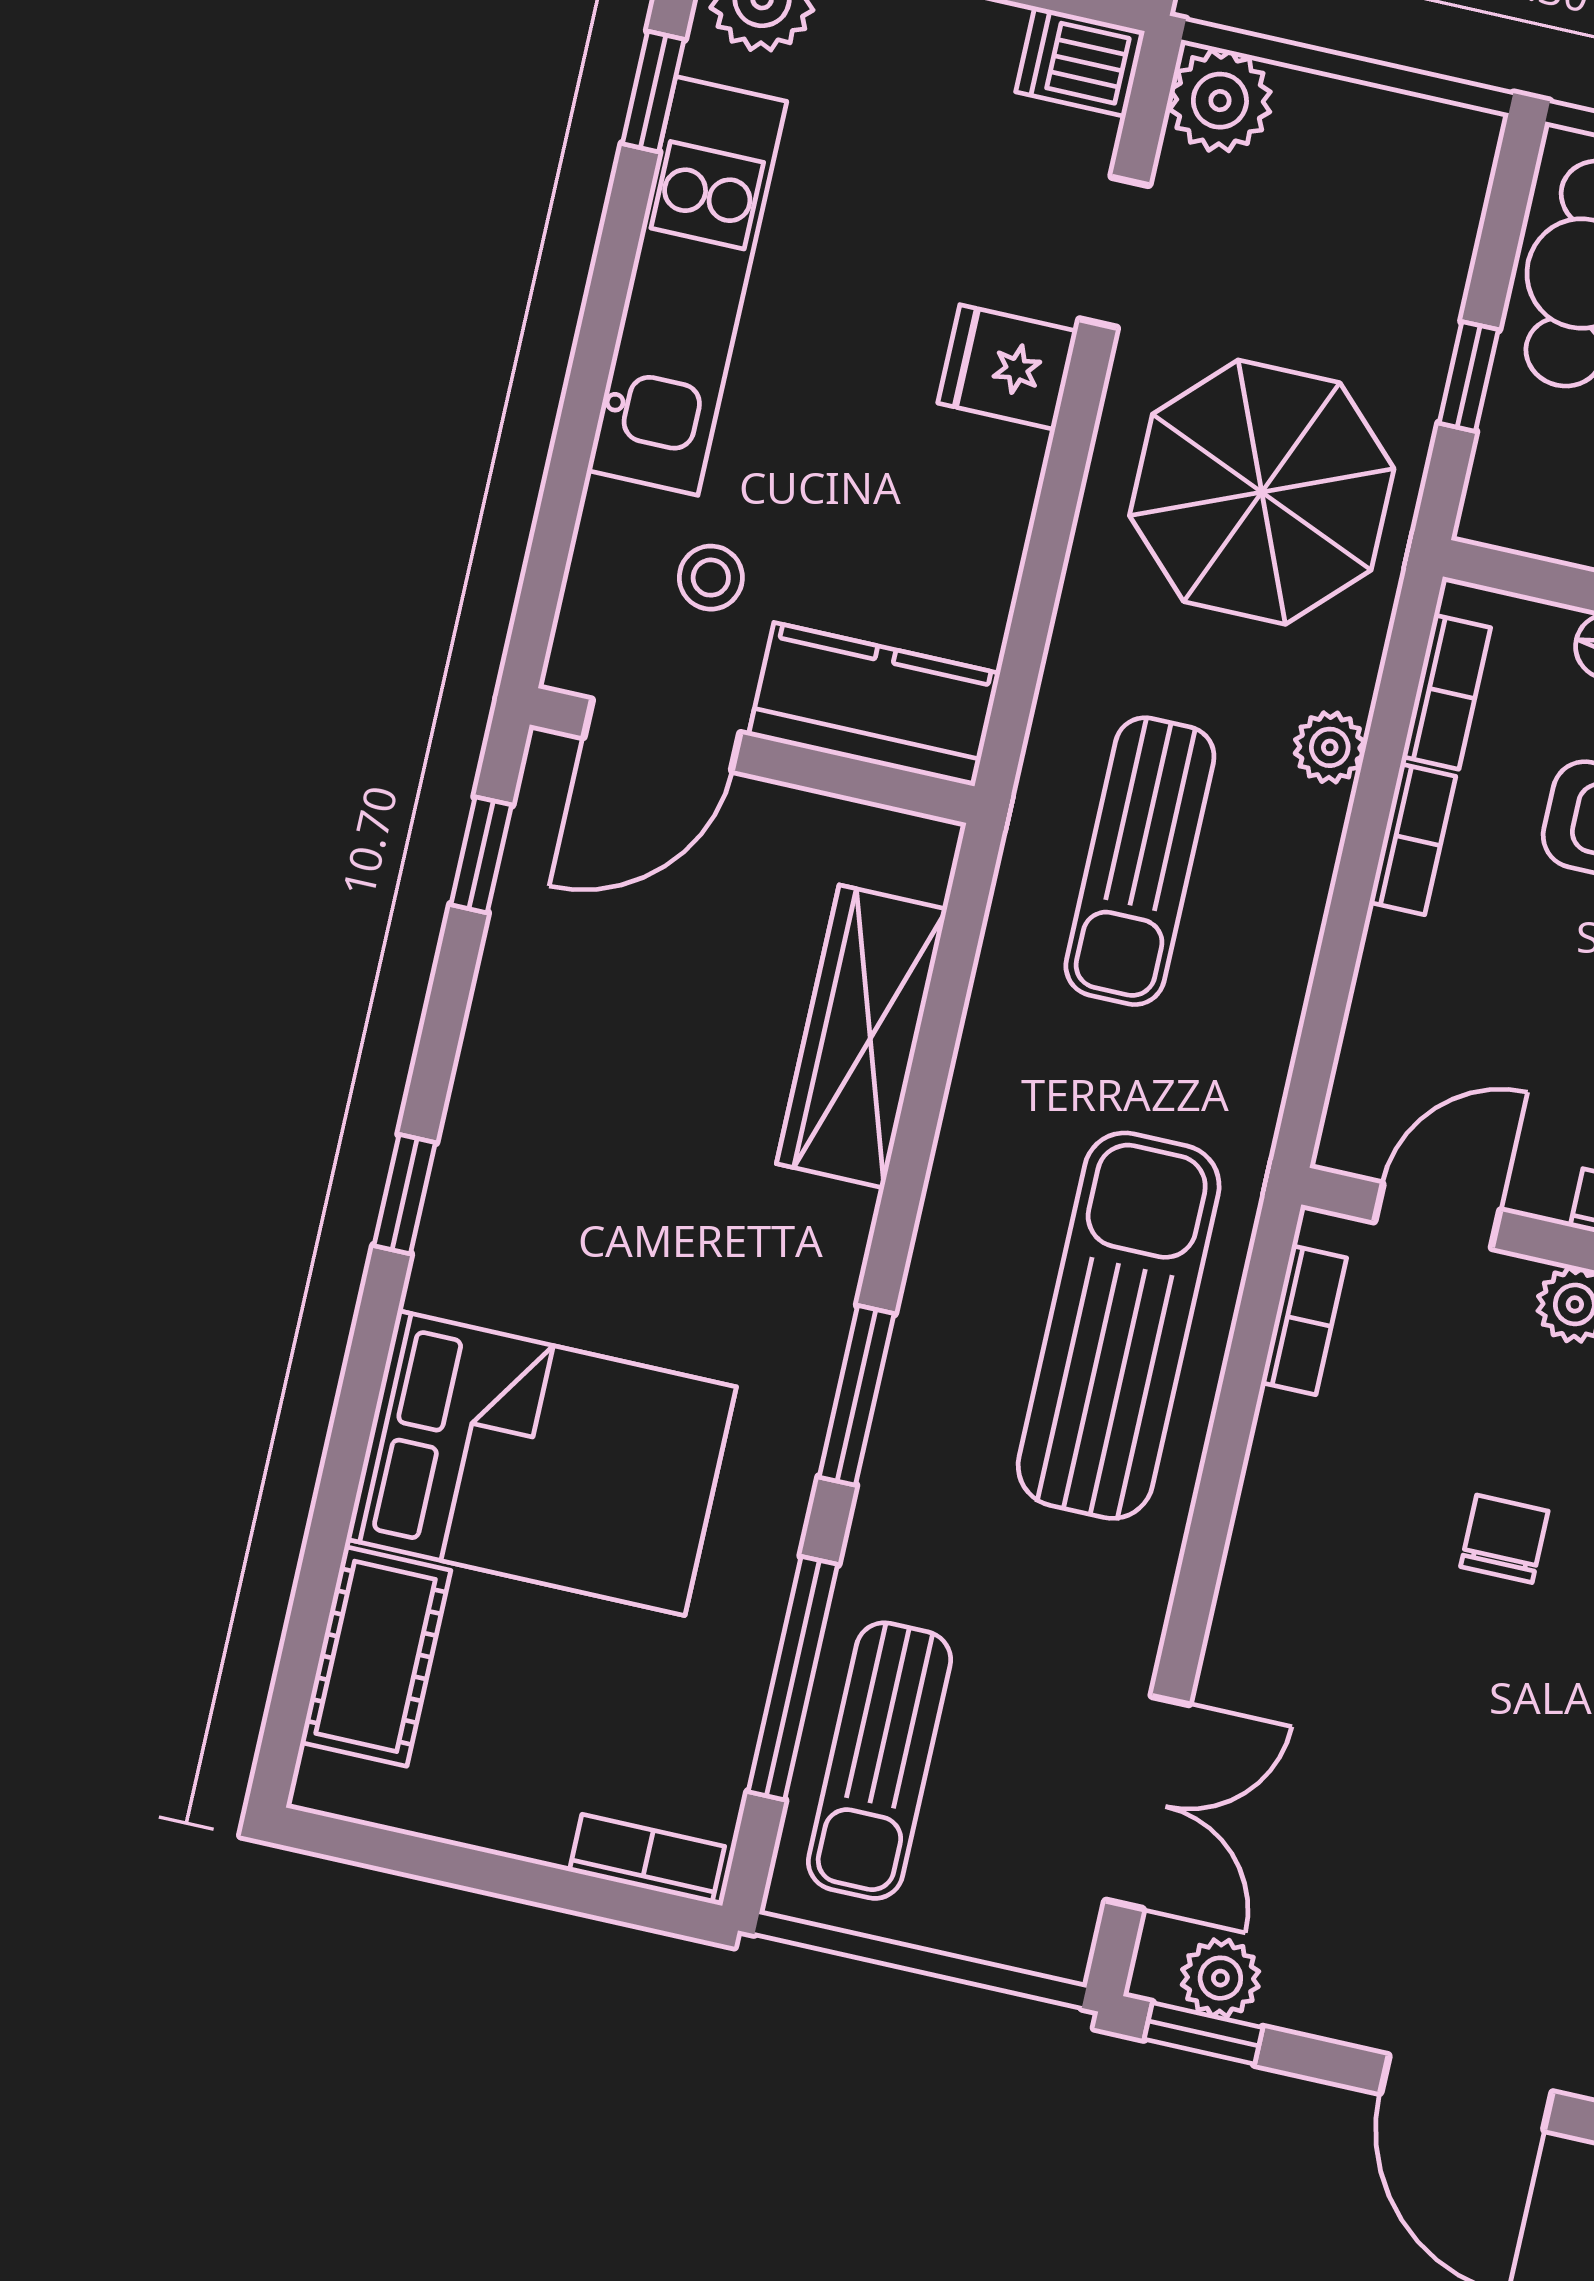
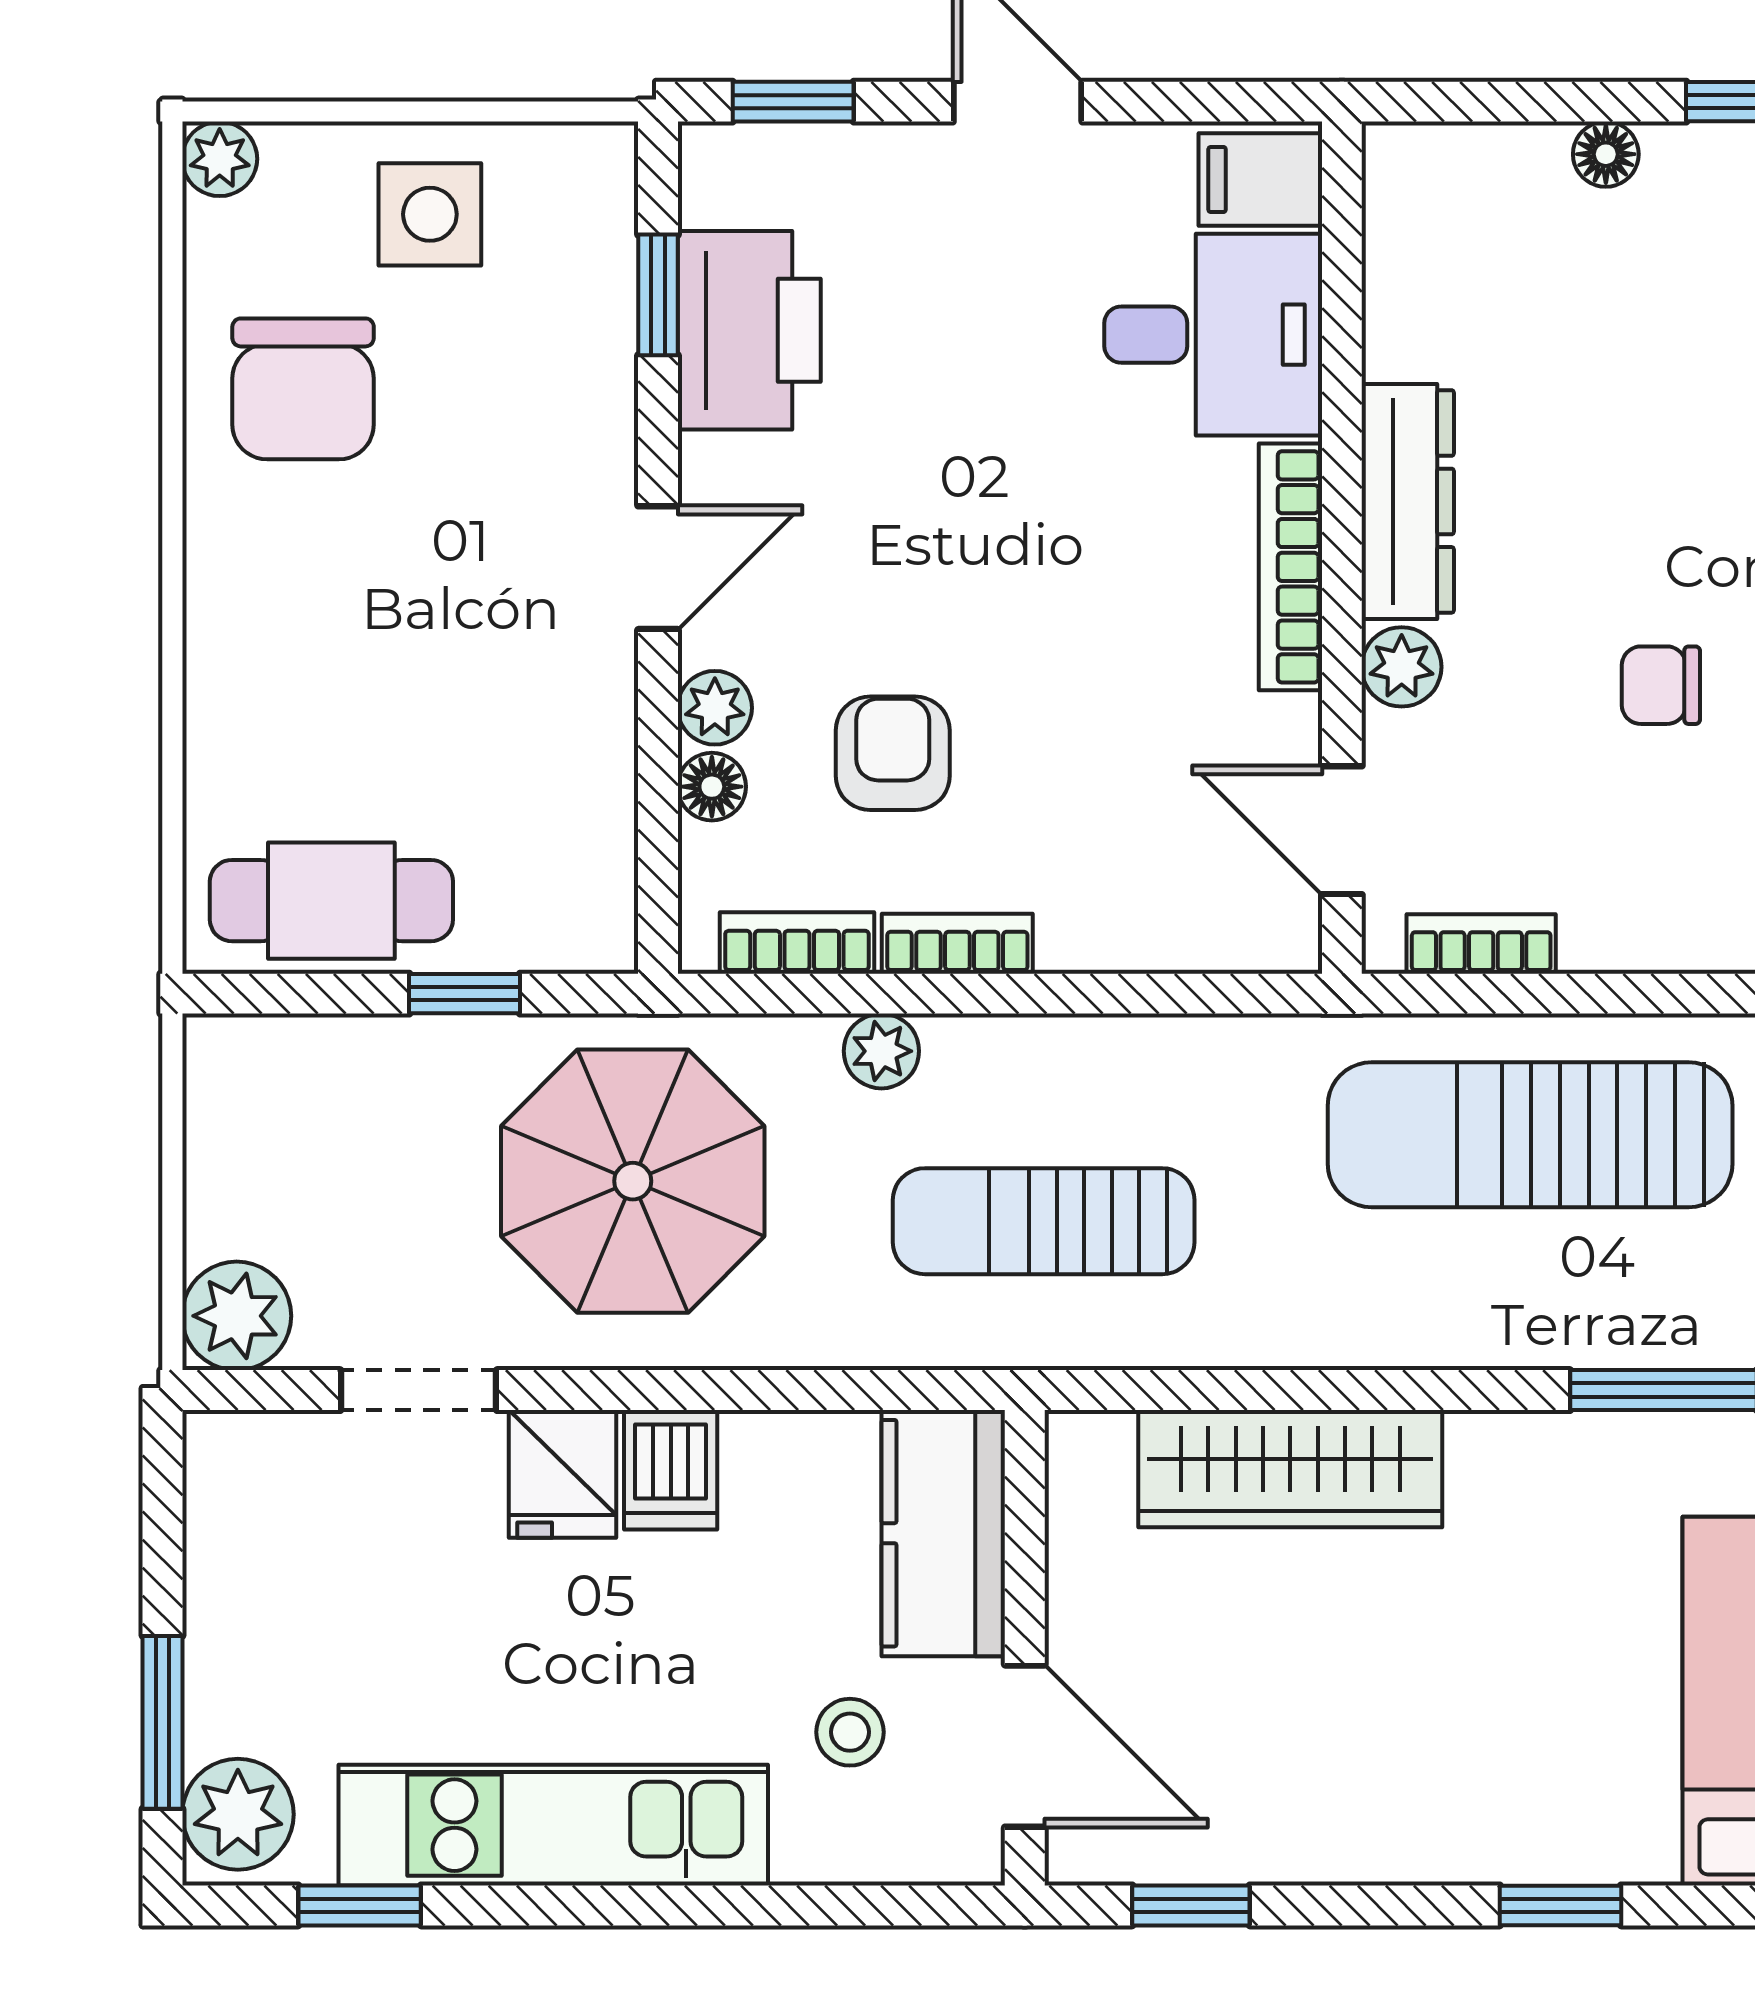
dishwasher: (1080, 61) -> (671, 1470), moved
sun lounger: (1140, 861) -> (1044, 1221), turned 180

